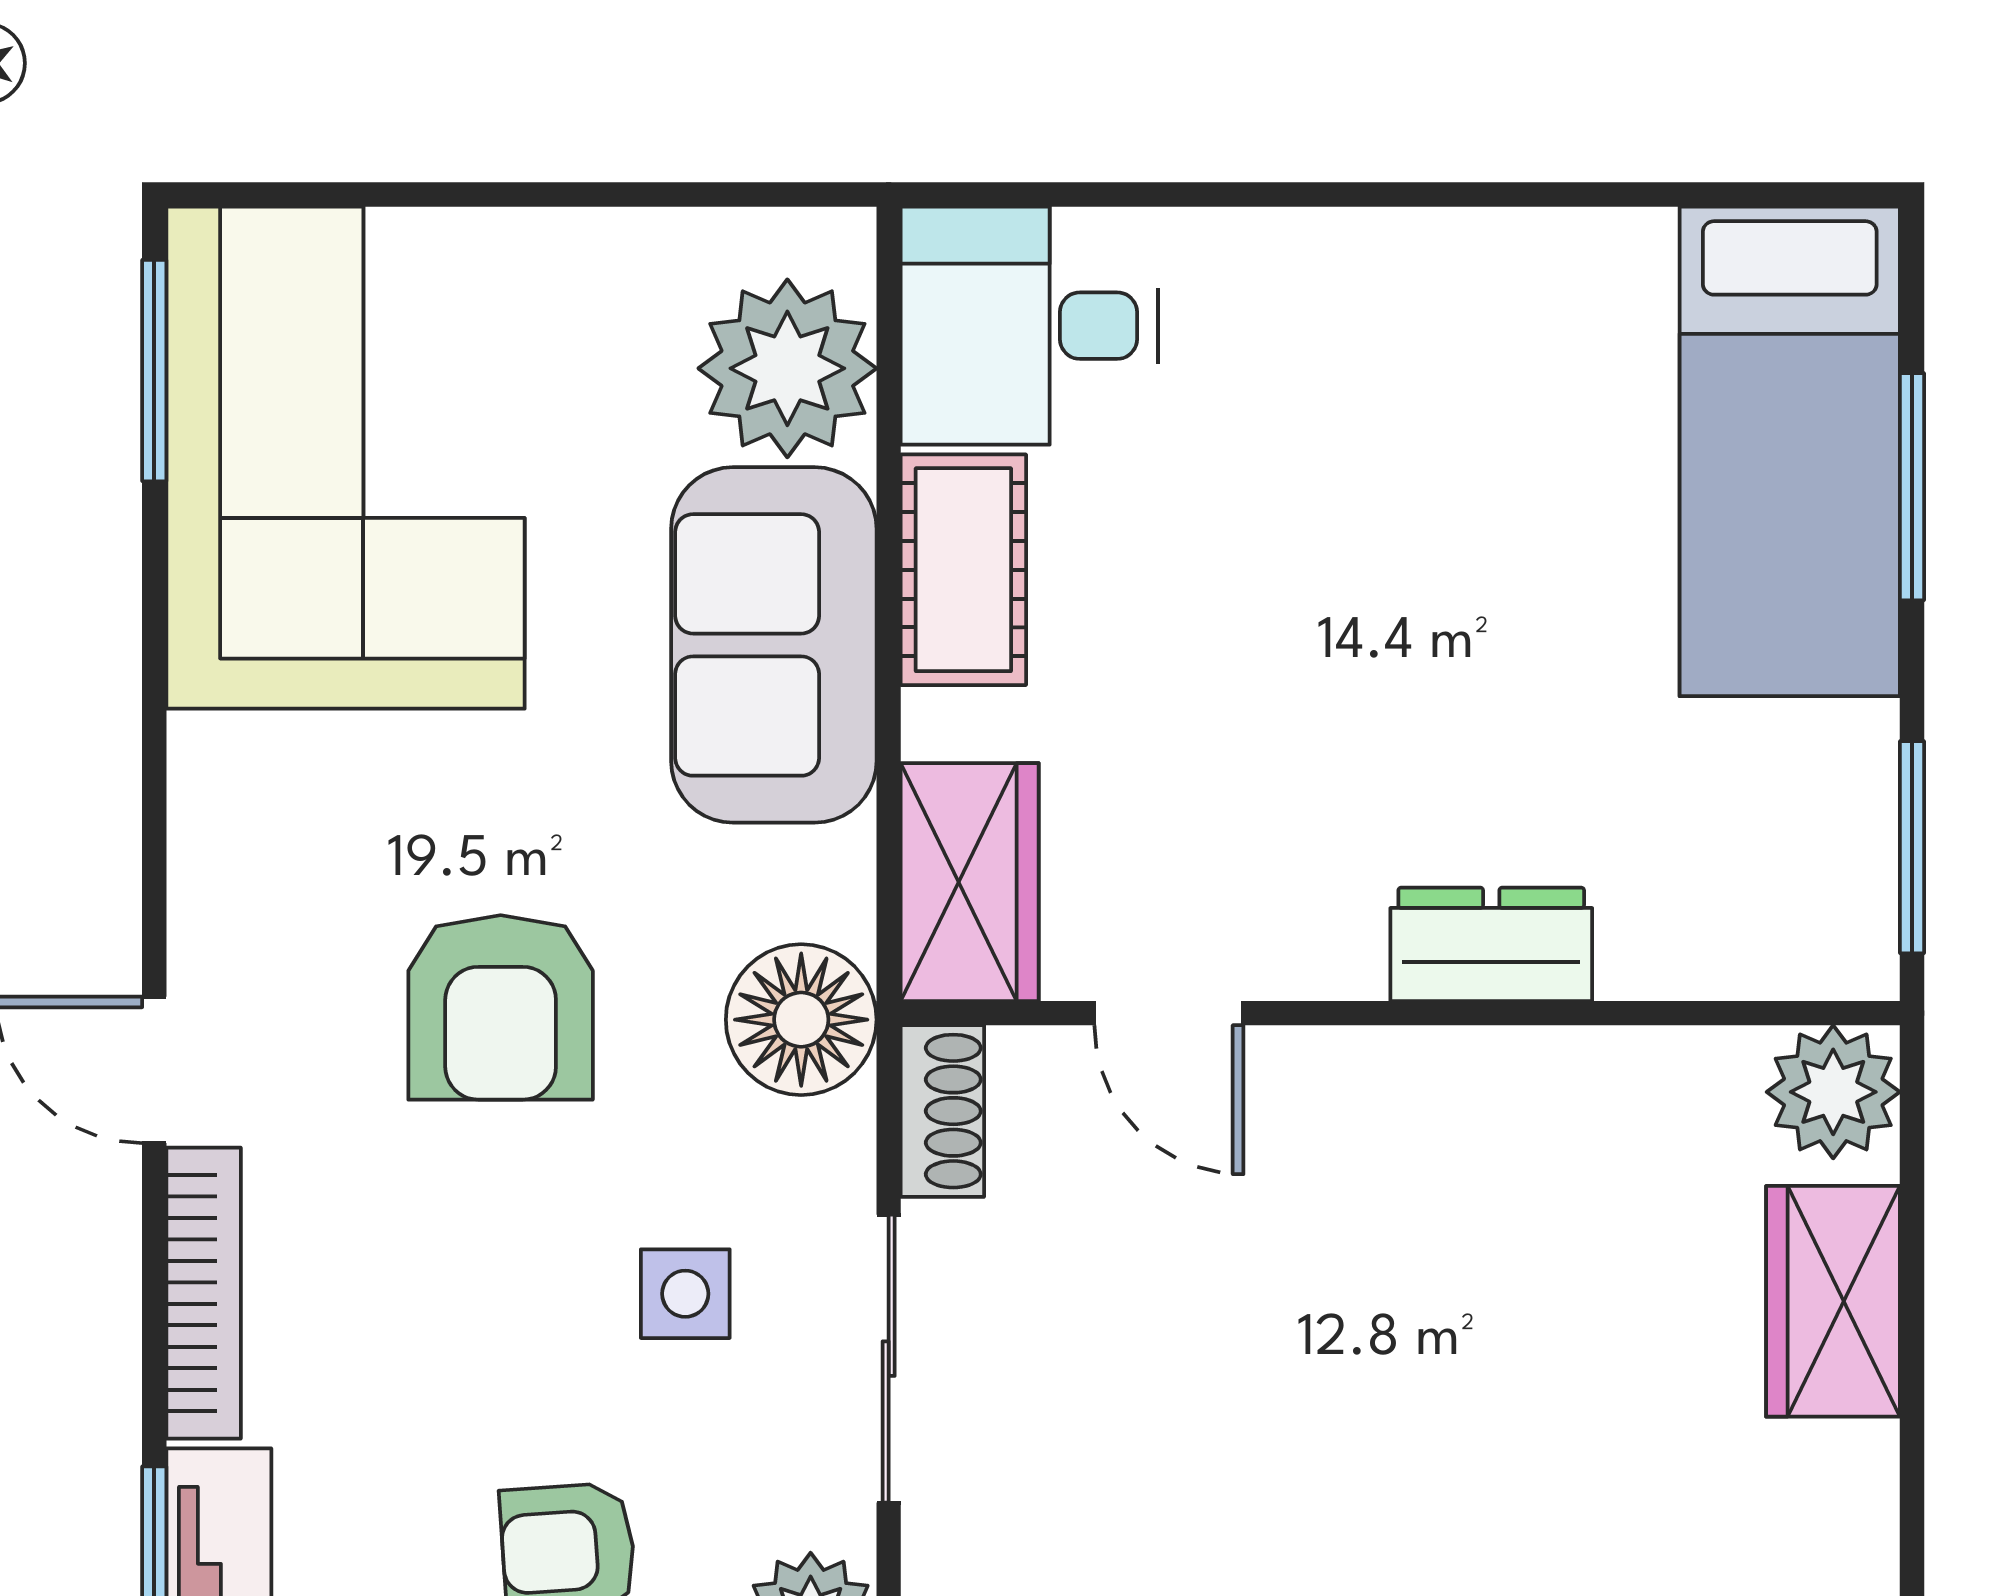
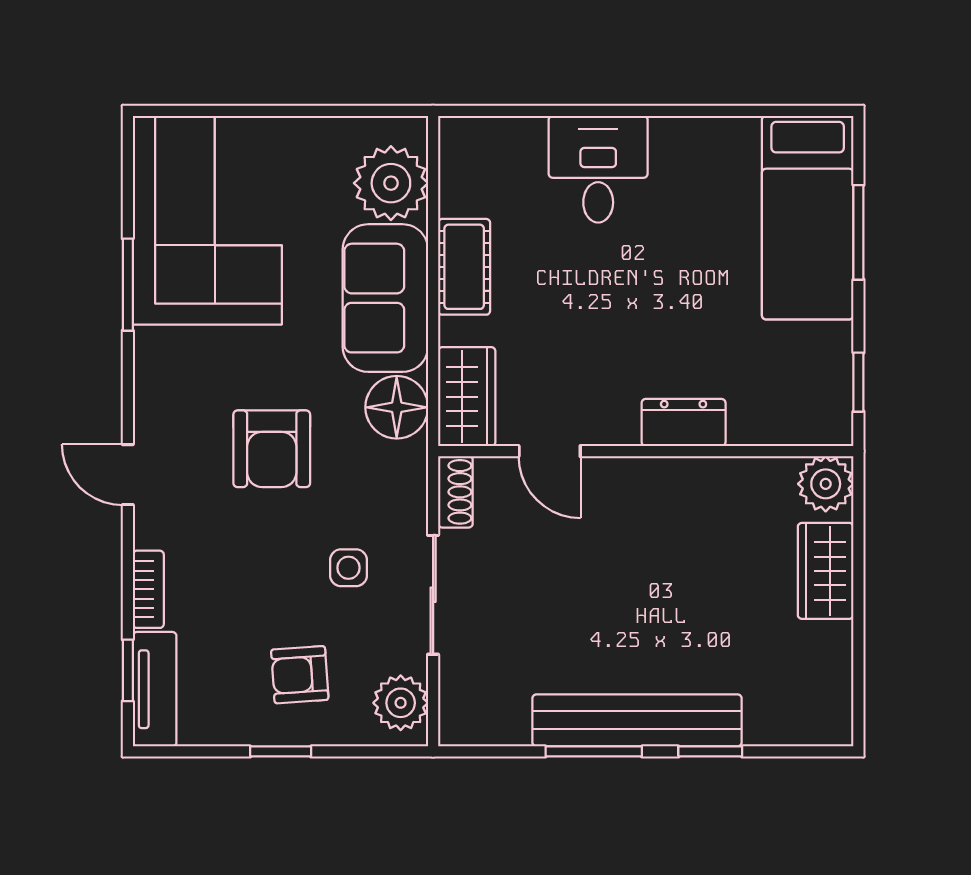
desk: (1029, 326) -> (598, 169), moved, turned 90
window: (154, 371) -> (128, 285), moved
window: (1912, 847) -> (858, 382), width x0.67
floor lamp: (801, 1020) -> (397, 407), moved
bookcase: (204, 1293) -> (148, 589), width x0.64

